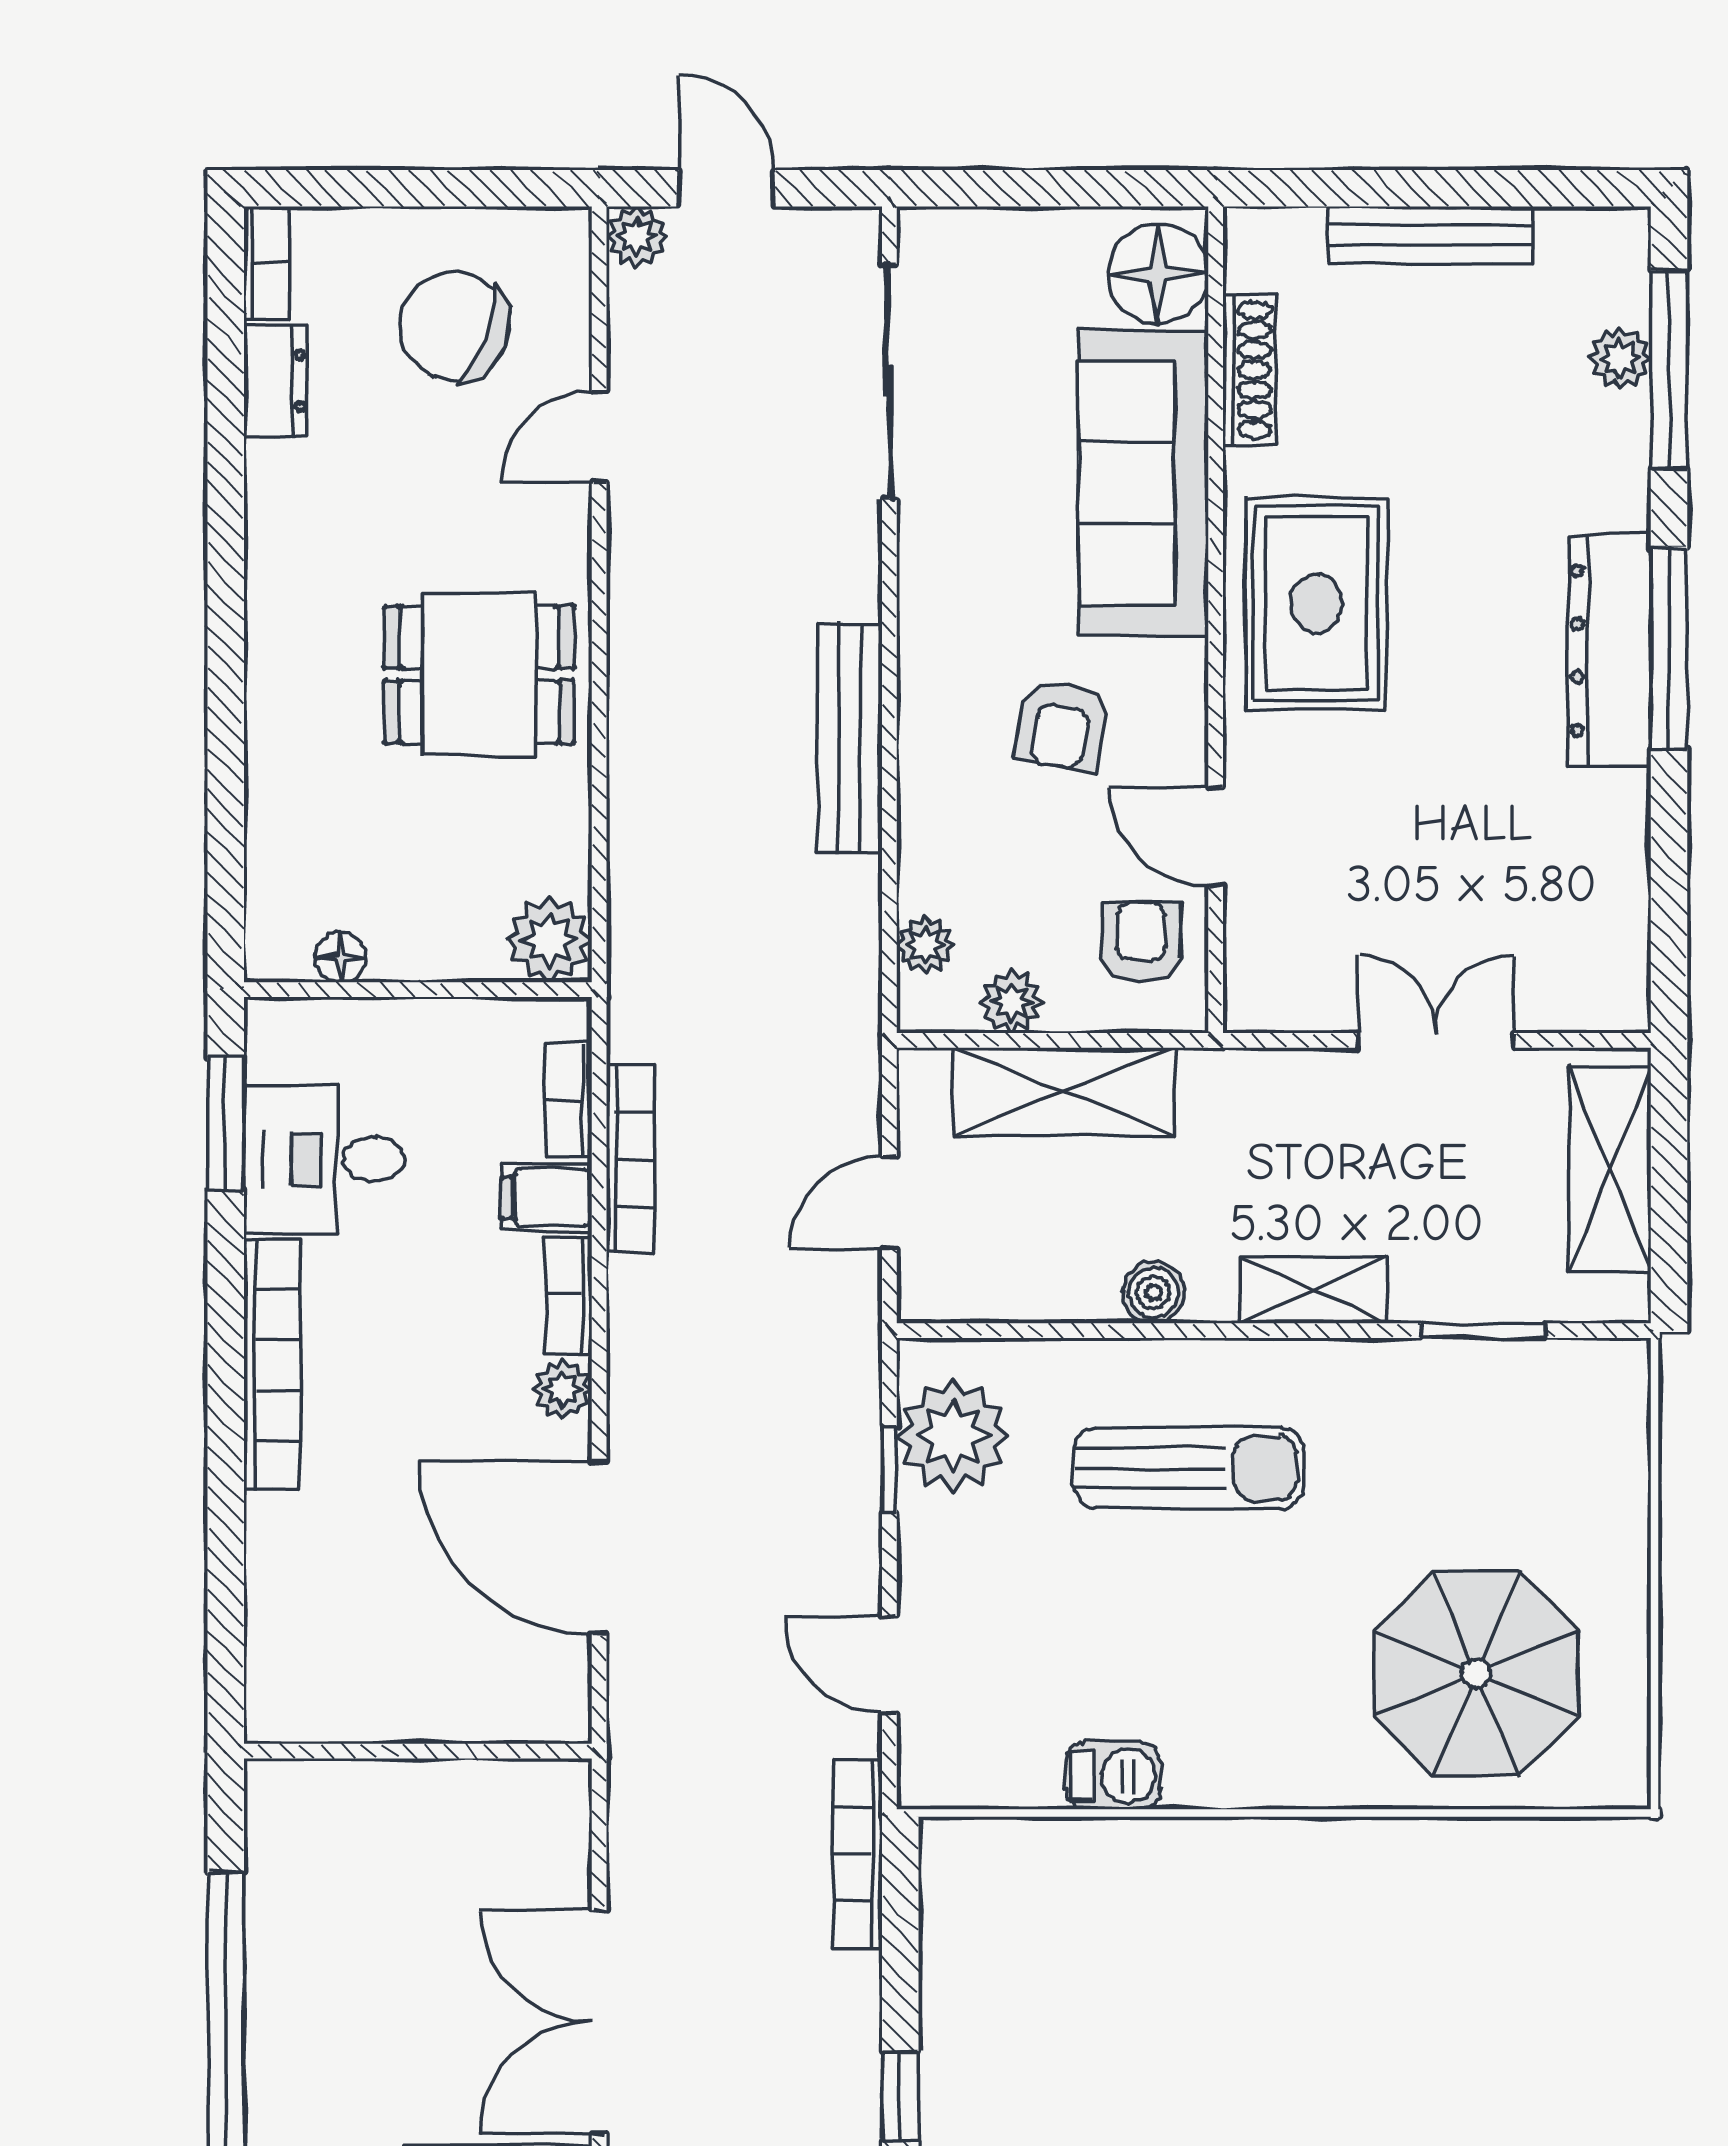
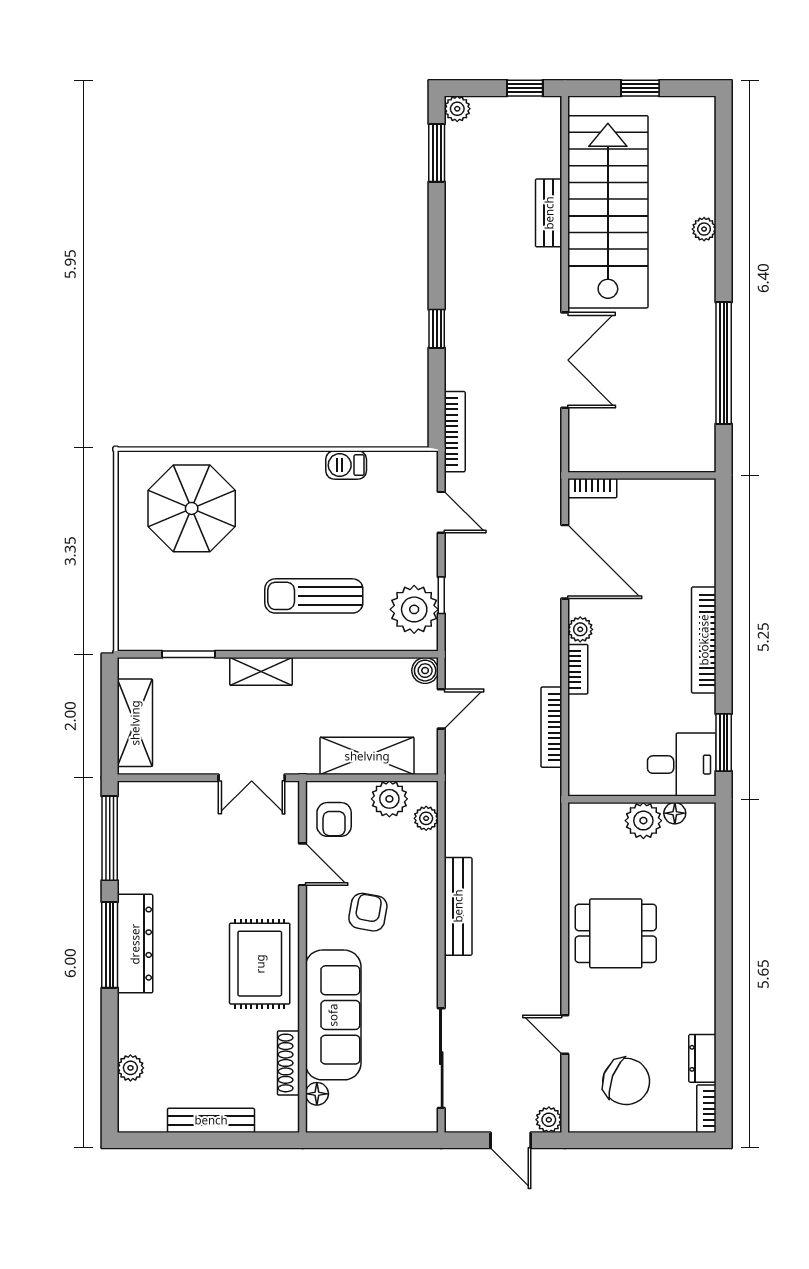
floor lamp: (1158, 274) -> (317, 1094), width x0.53, depth x0.53
window: (1669, 370) -> (110, 838), moved
door: (599, 437) -> (565, 1034), swing flipped
plant: (549, 940) -> (643, 821), moved
plant: (1011, 1002) -> (389, 799), width x1.38, depth x1.38
double door: (1436, 1040) -> (252, 778), moved
bookcase: (569, 1100) -> (592, 488), moved, turned 90
desk: (324, 1159) -> (682, 765), moved
filing cabinet: (547, 1197) -> (587, 711), removed
boiler: (1154, 1292) -> (425, 671), moved

